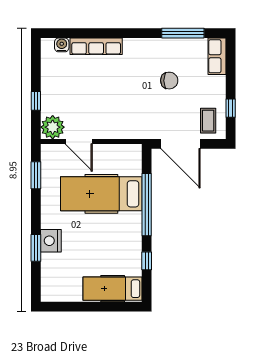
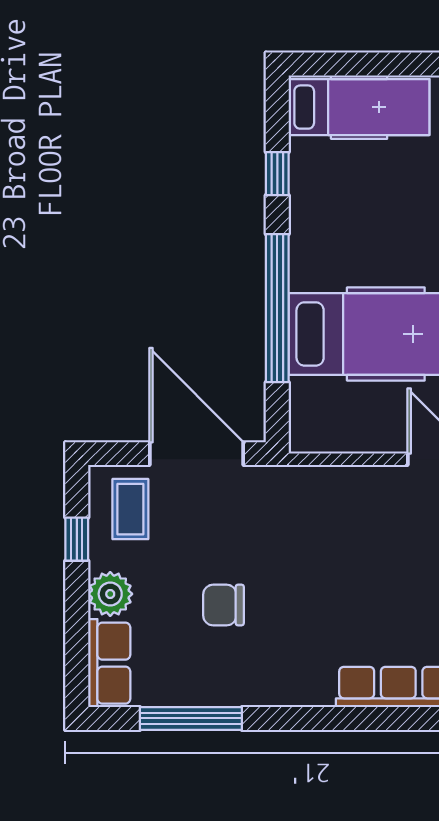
plant: (217, 85) -> (110, 594), added

